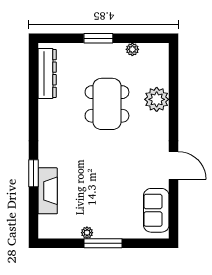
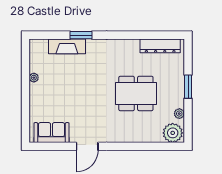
plant: (157, 99) -> (173, 133), moved
window: (103, 243) -> (25, 90), removed

